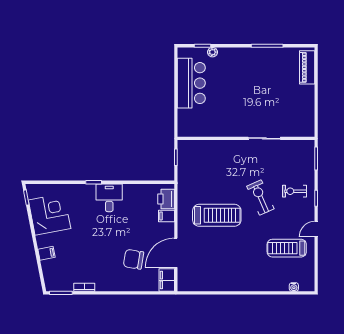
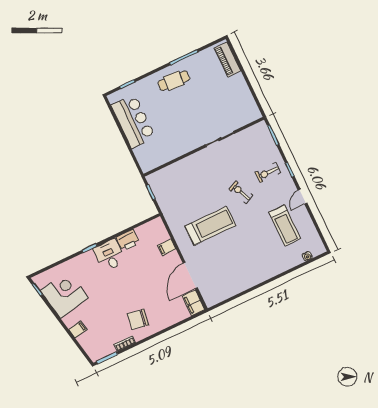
plant: (212, 52) -> (139, 86), removed
cafe table: (247, 63) -> (174, 81), added
exercise bike: (260, 198) -> (241, 192), width x0.73, depth x0.72
printer: (166, 199) -> (128, 240), moved, turned -90
treadmill: (287, 248) -> (285, 225), turned -90
chair: (134, 259) -> (138, 319), moved

